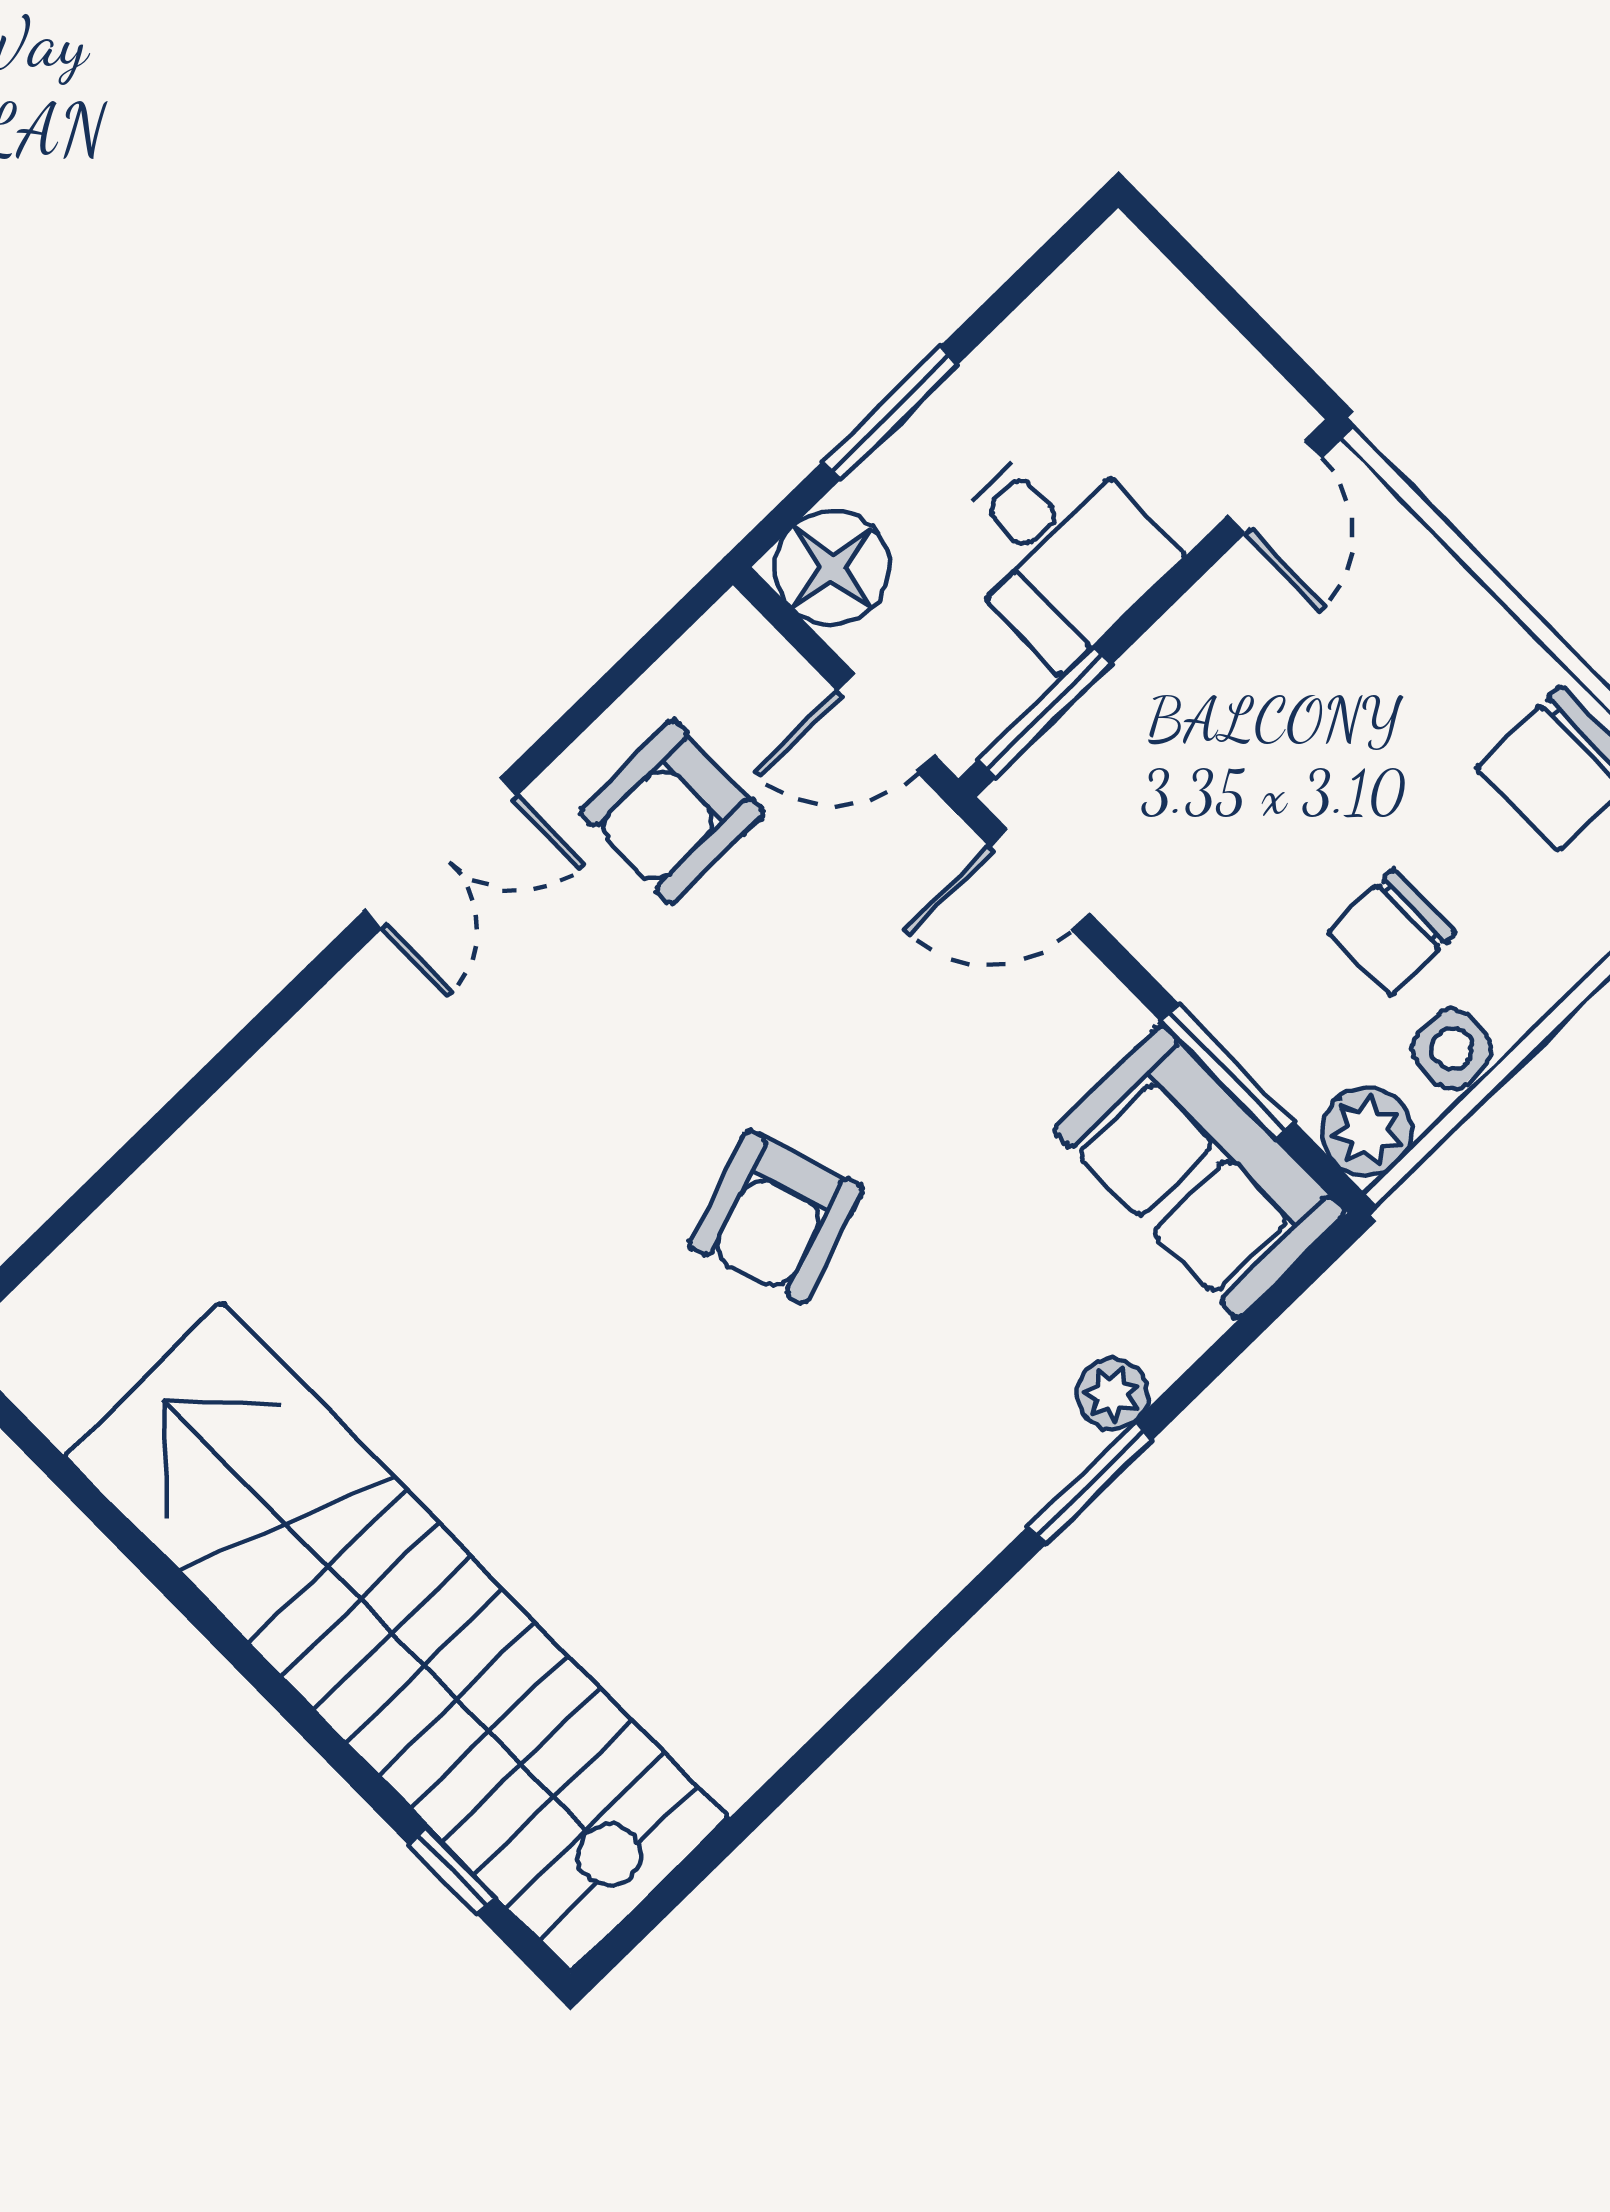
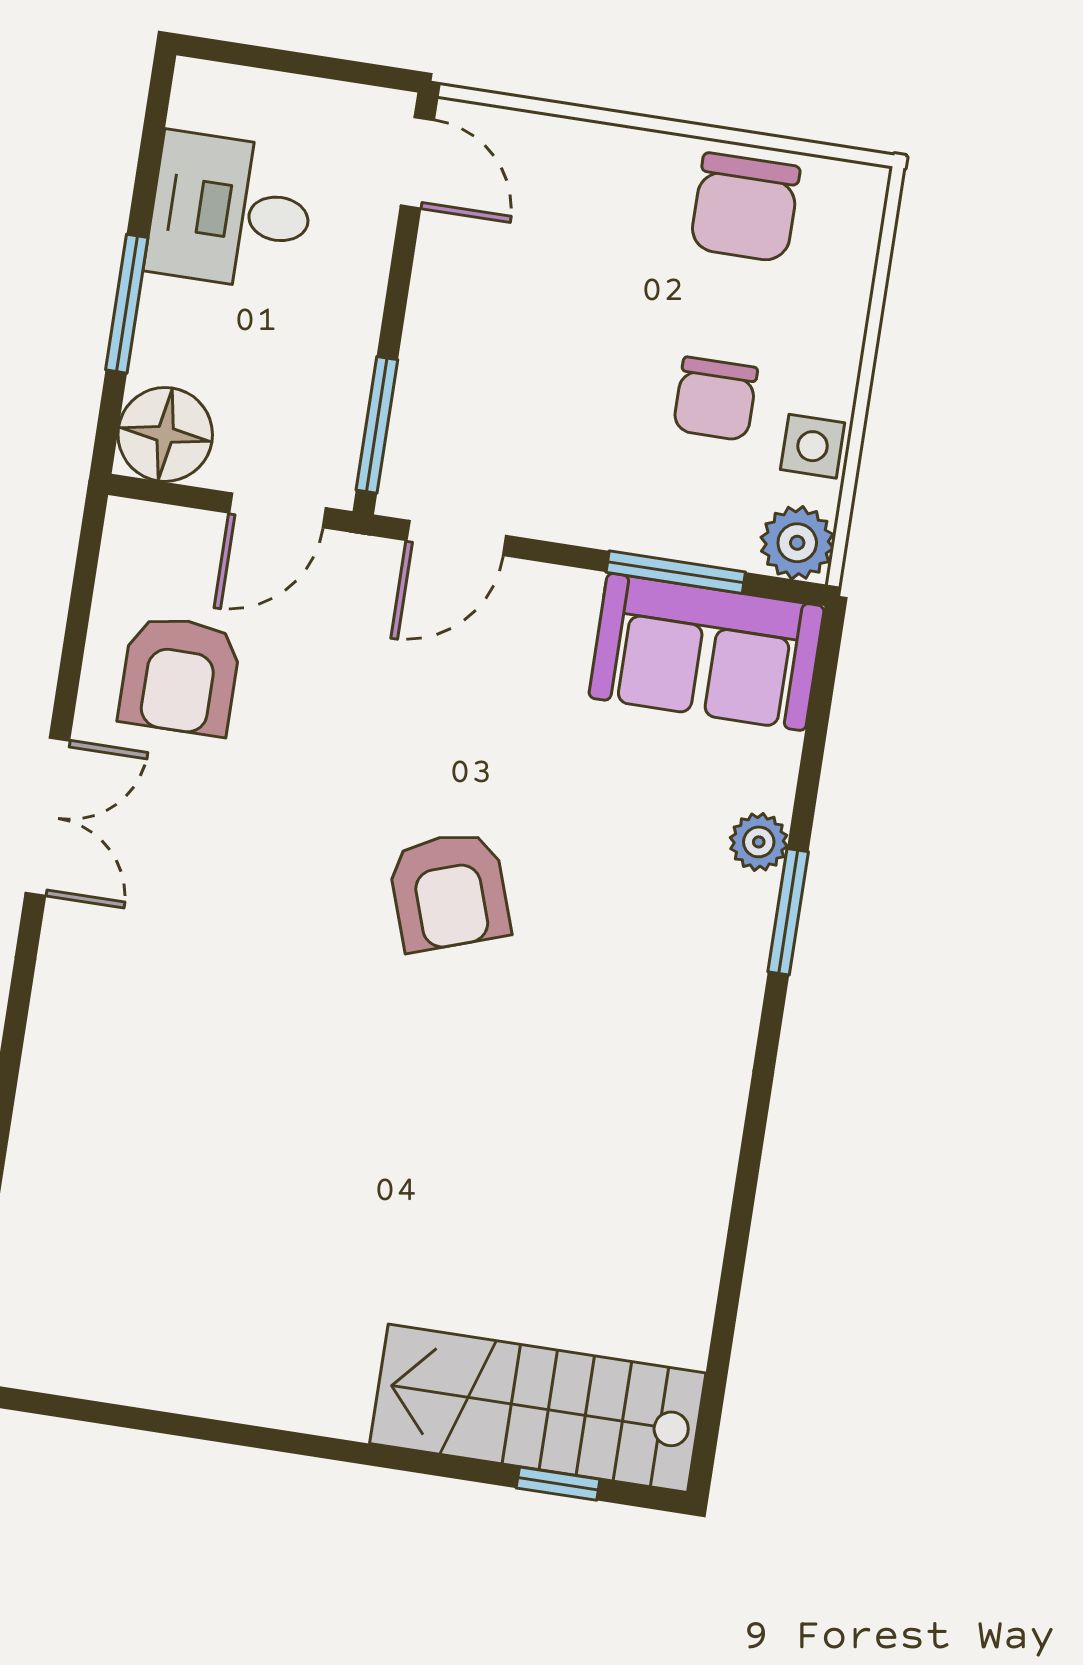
desk: (1058, 549) -> (231, 212), moved, turned 180
stairs: (397, 1637) -> (538, 1408), width x0.54, depth x0.66

